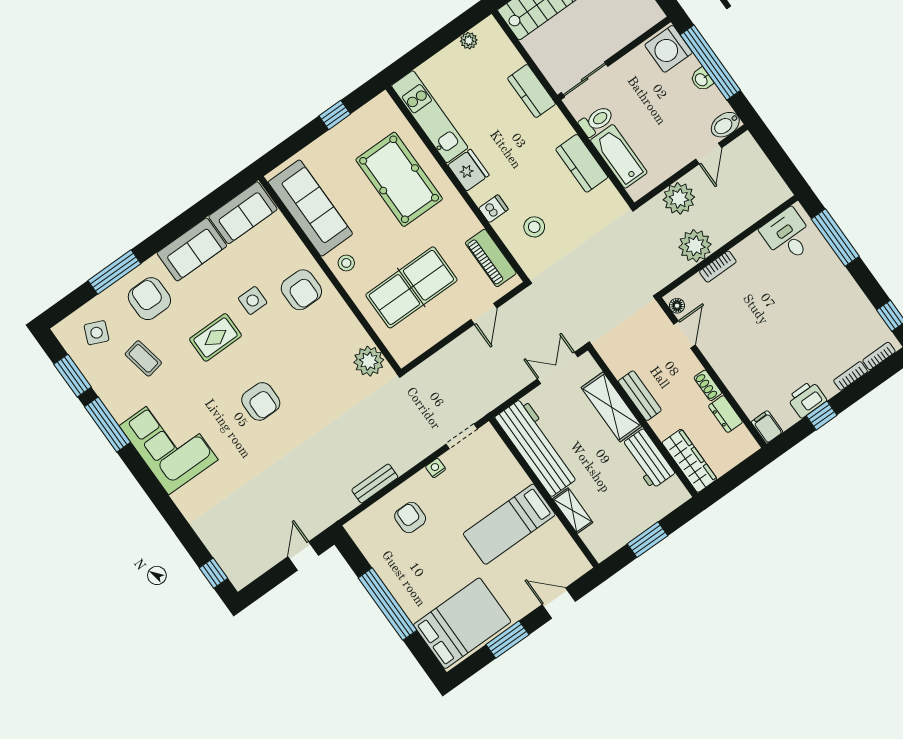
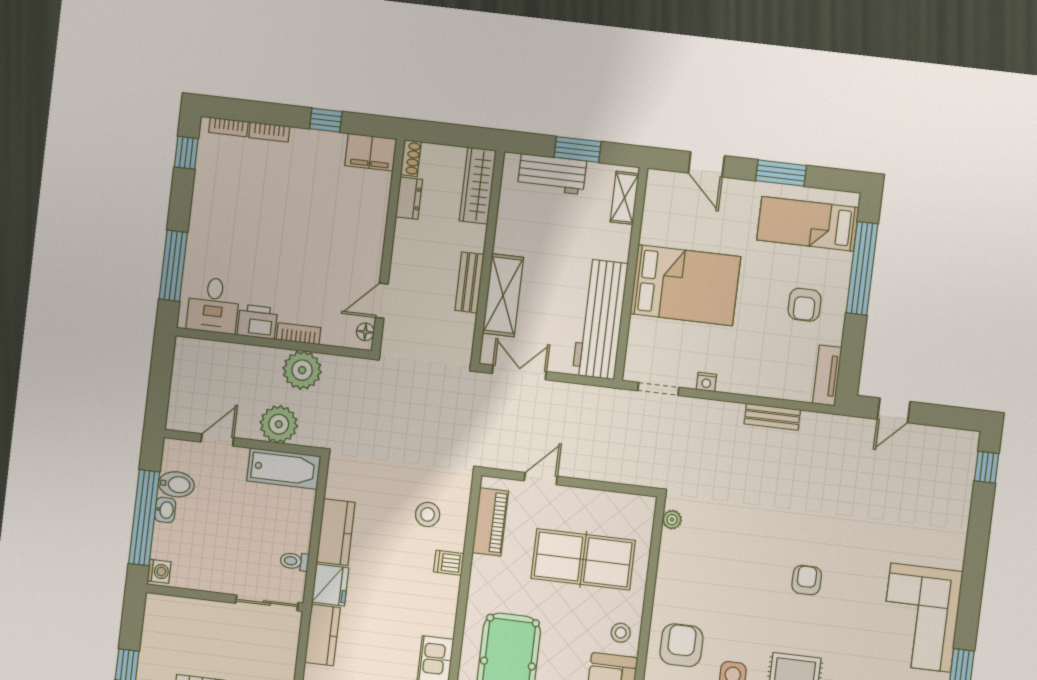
washing machine: (669, 49) -> (159, 571), width x0.53, depth x0.53
toilet: (596, 121) -> (294, 561), width x0.73, depth x0.72
bidet: (725, 125) -> (176, 484), moved
bathtub: (619, 156) -> (284, 469), moved, turned -90
fridge: (469, 170) -> (330, 585), moved, turned 180
plant: (369, 361) -> (672, 520), width x0.53, depth x0.53
double door: (558, 368) -> (519, 372), swing flipped
shoe rack: (708, 385) -> (411, 158), moved
printer: (807, 399) -> (257, 322), moved, turned 180
armchair: (261, 401) -> (807, 580), width x0.72, depth x0.72
filing cabinet: (767, 427) -> (371, 152), width x2.00
workbench: (648, 459) -> (552, 174), moved, turned 90
shelving: (573, 511) -> (625, 198), moved
armchair: (410, 517) -> (805, 305), moved
bed: (509, 524) -> (685, 285), width x1.50
tv unit: (364, 540) -> (827, 375), added
window: (388, 604) -> (862, 268), moved
bed: (462, 623) -> (808, 224), width x0.67

